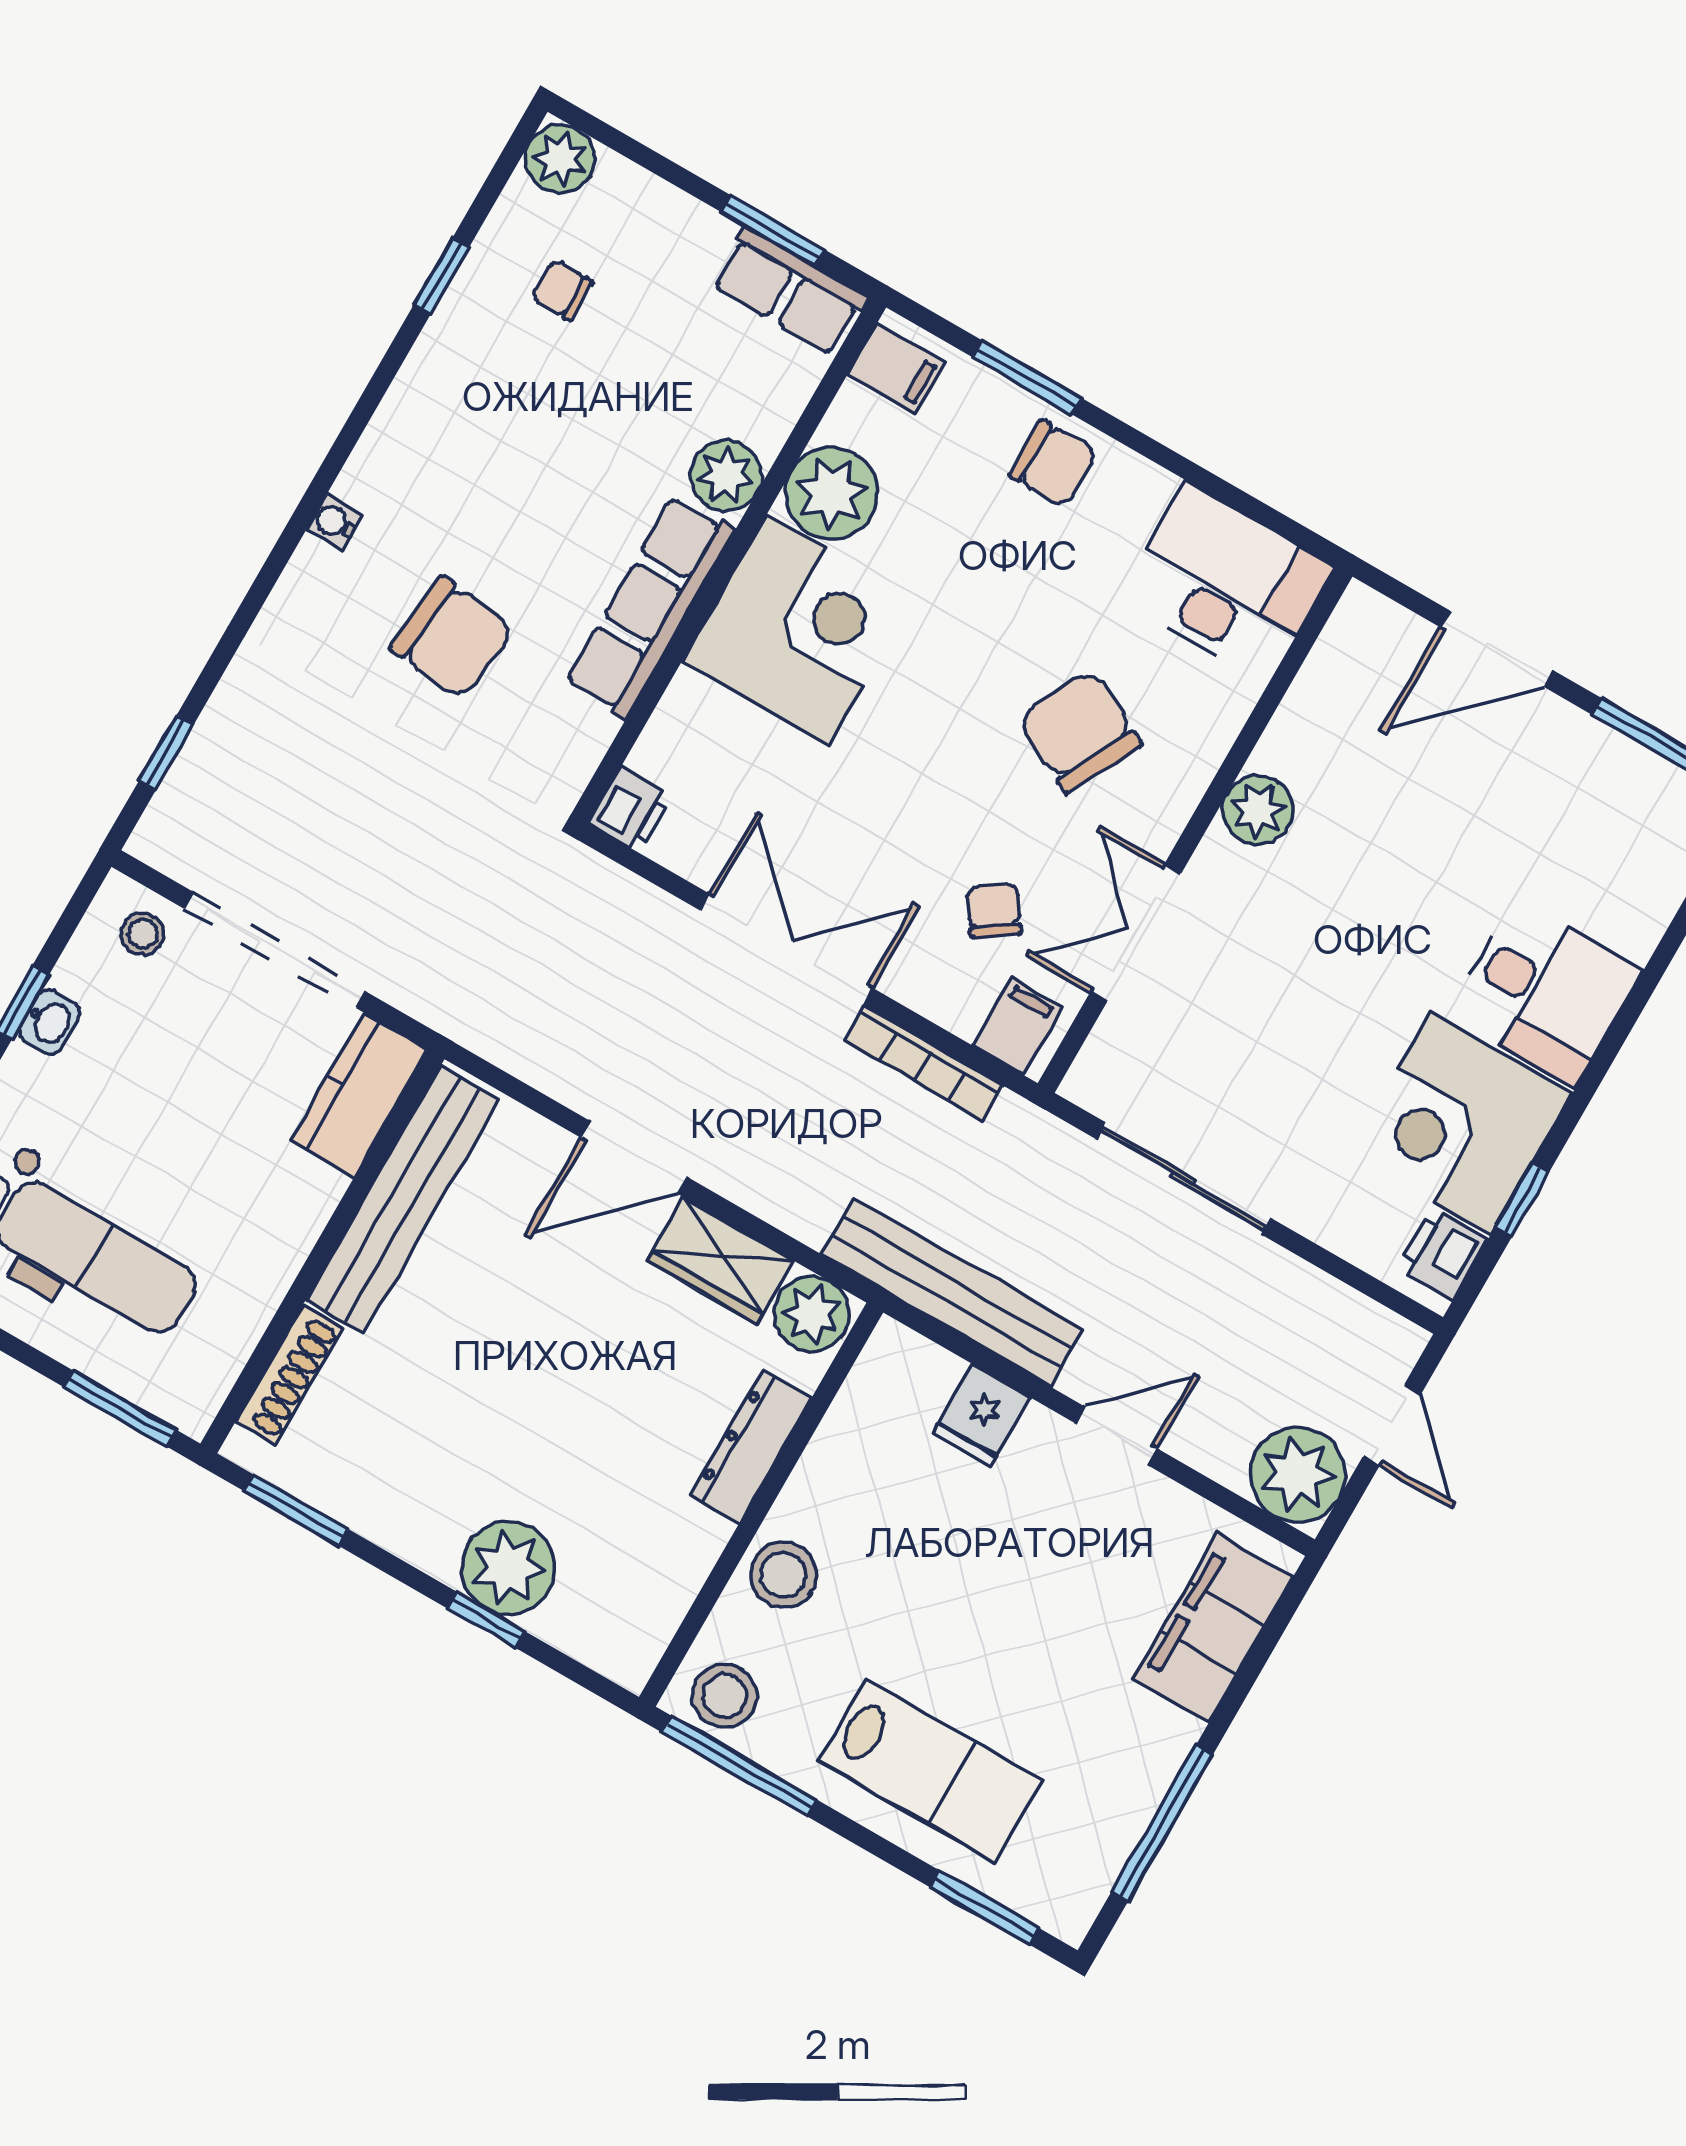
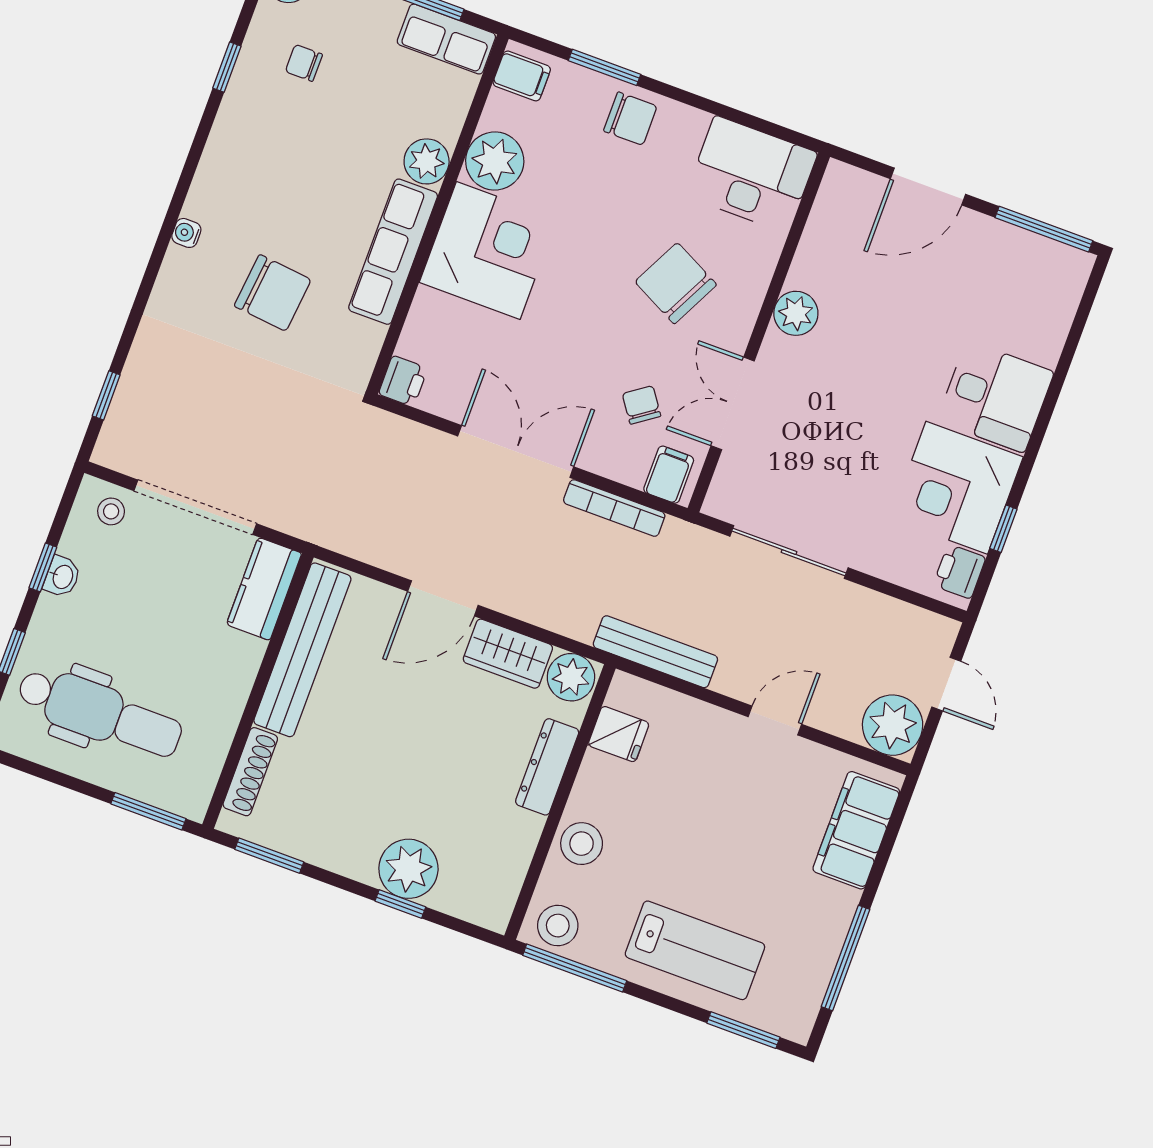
bench: (952, 1292) -> (655, 652), width x0.73, depth x0.82
fridge: (981, 1415) -> (619, 734), moved, turned -90

